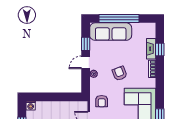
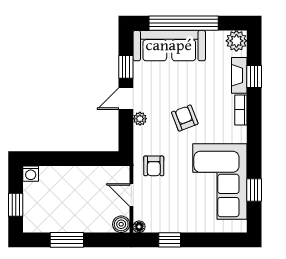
plant: (150, 29) -> (236, 41), added

